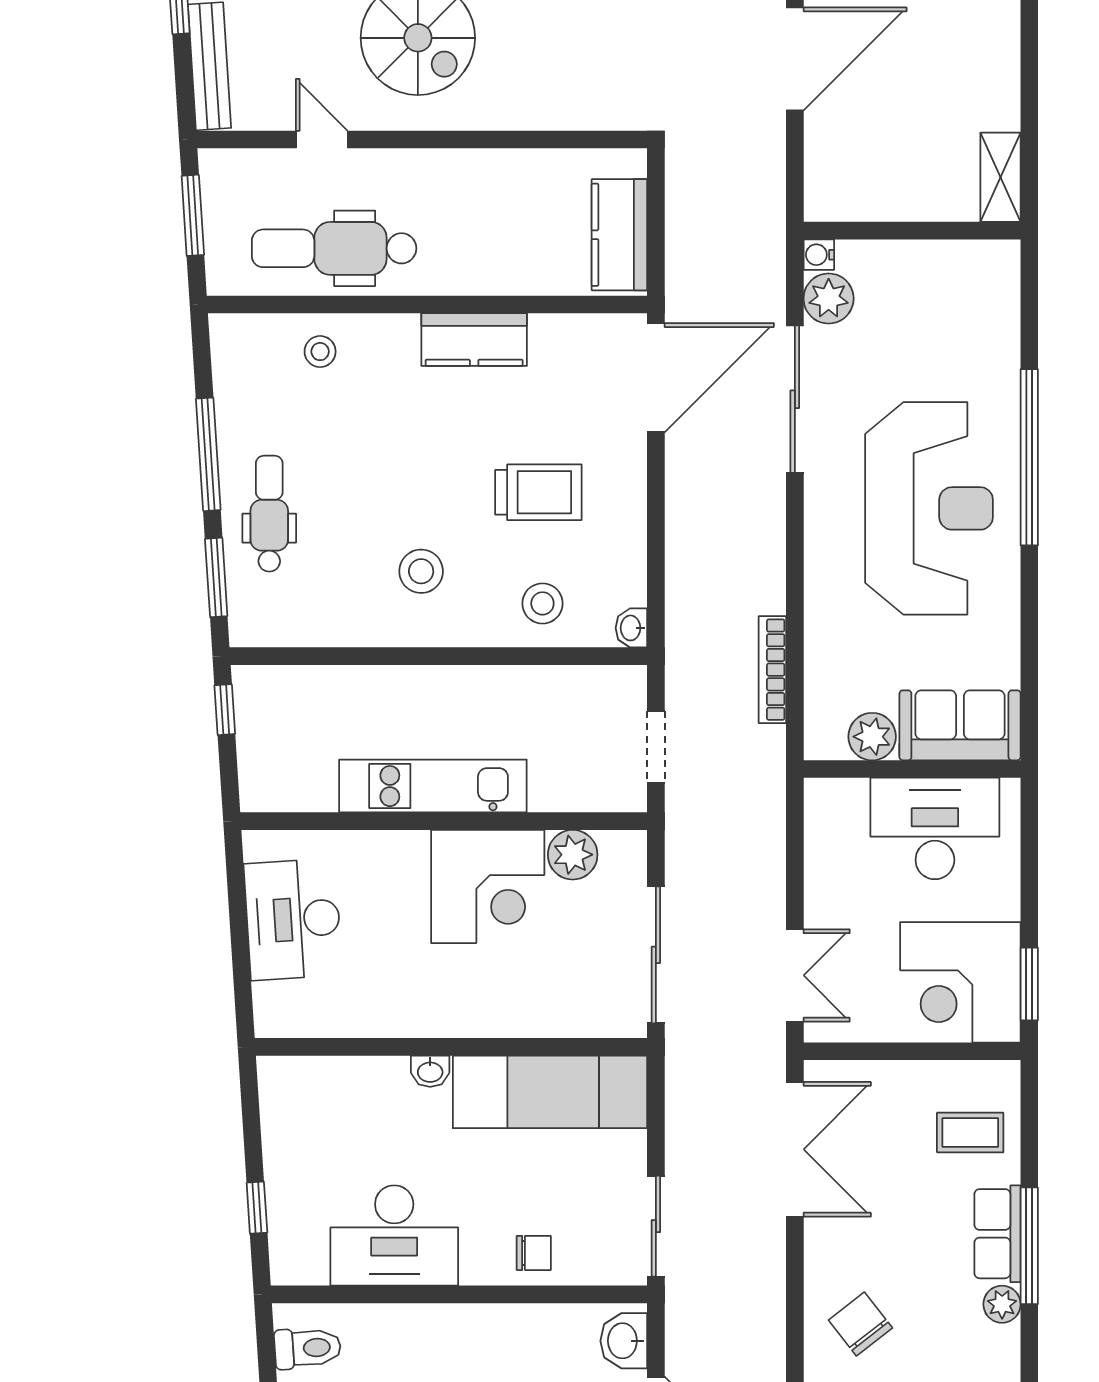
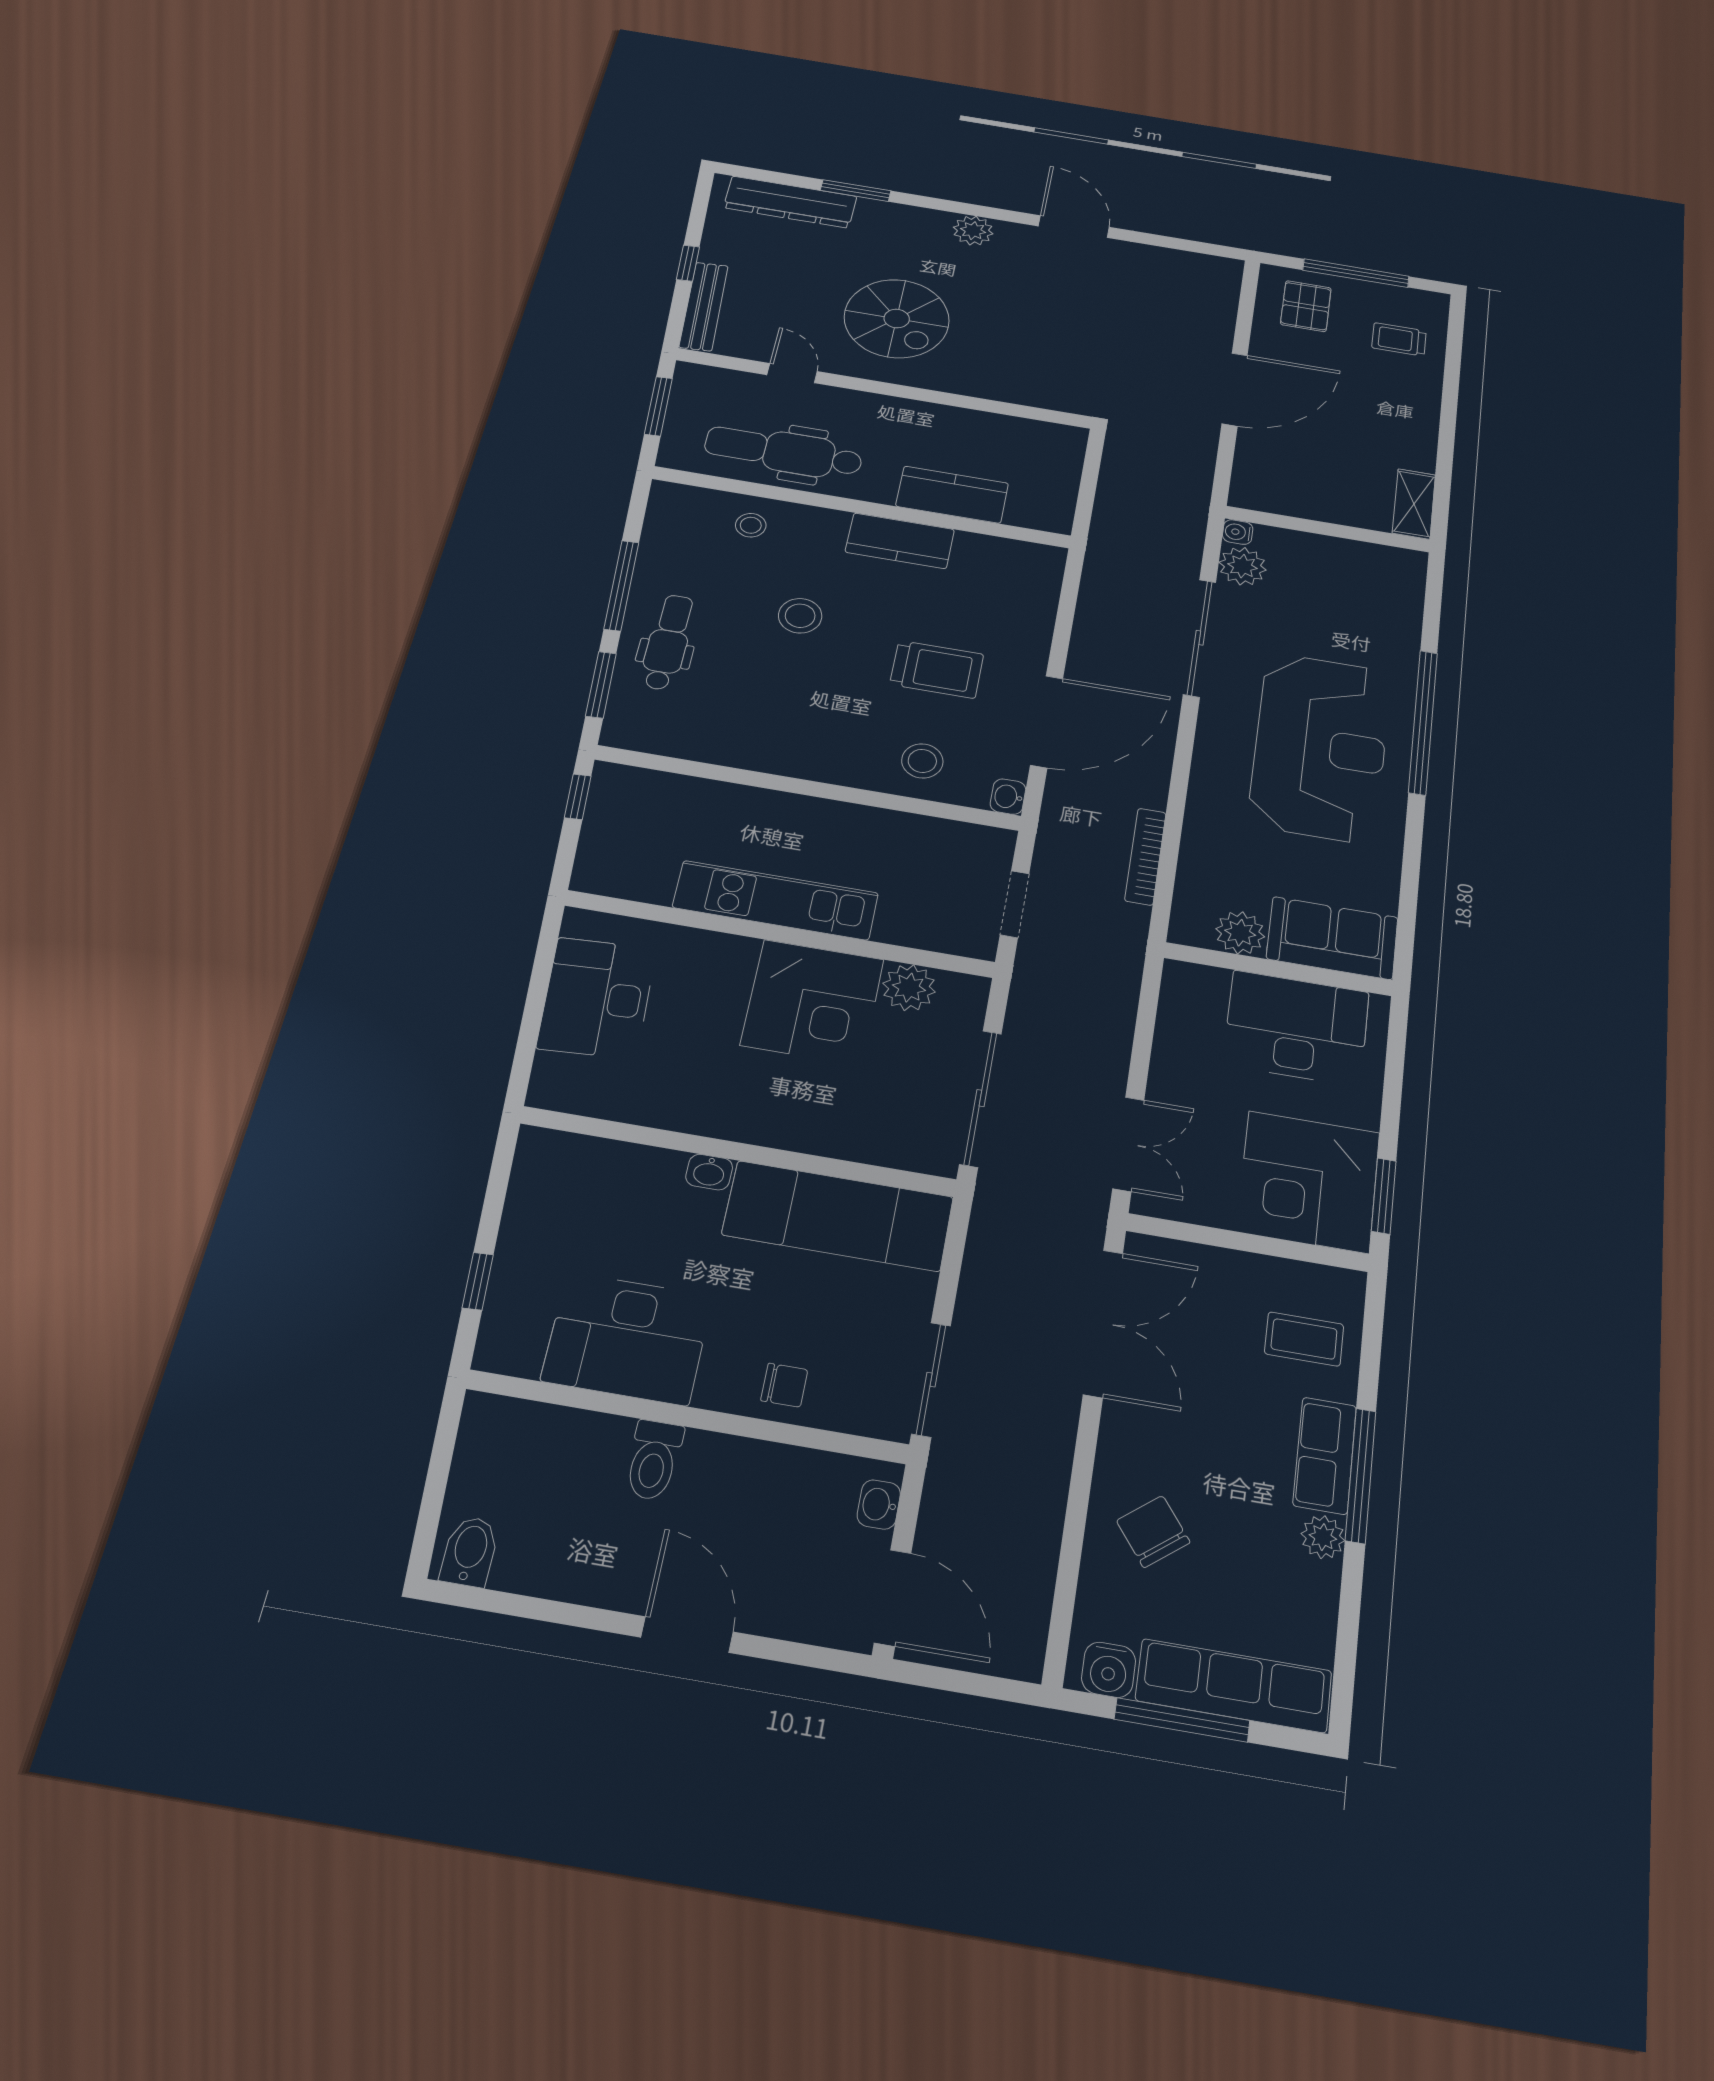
kitchen counter: (619, 235) -> (952, 495), moved, turned 90
door: (656, 378) -> (1047, 722), moved
stool: (421, 571) -> (800, 616), moved
washbasin: (624, 1341) -> (879, 1504), width x0.72, depth x0.69
toilet: (308, 1348) -> (654, 1460), moved, turned 94

